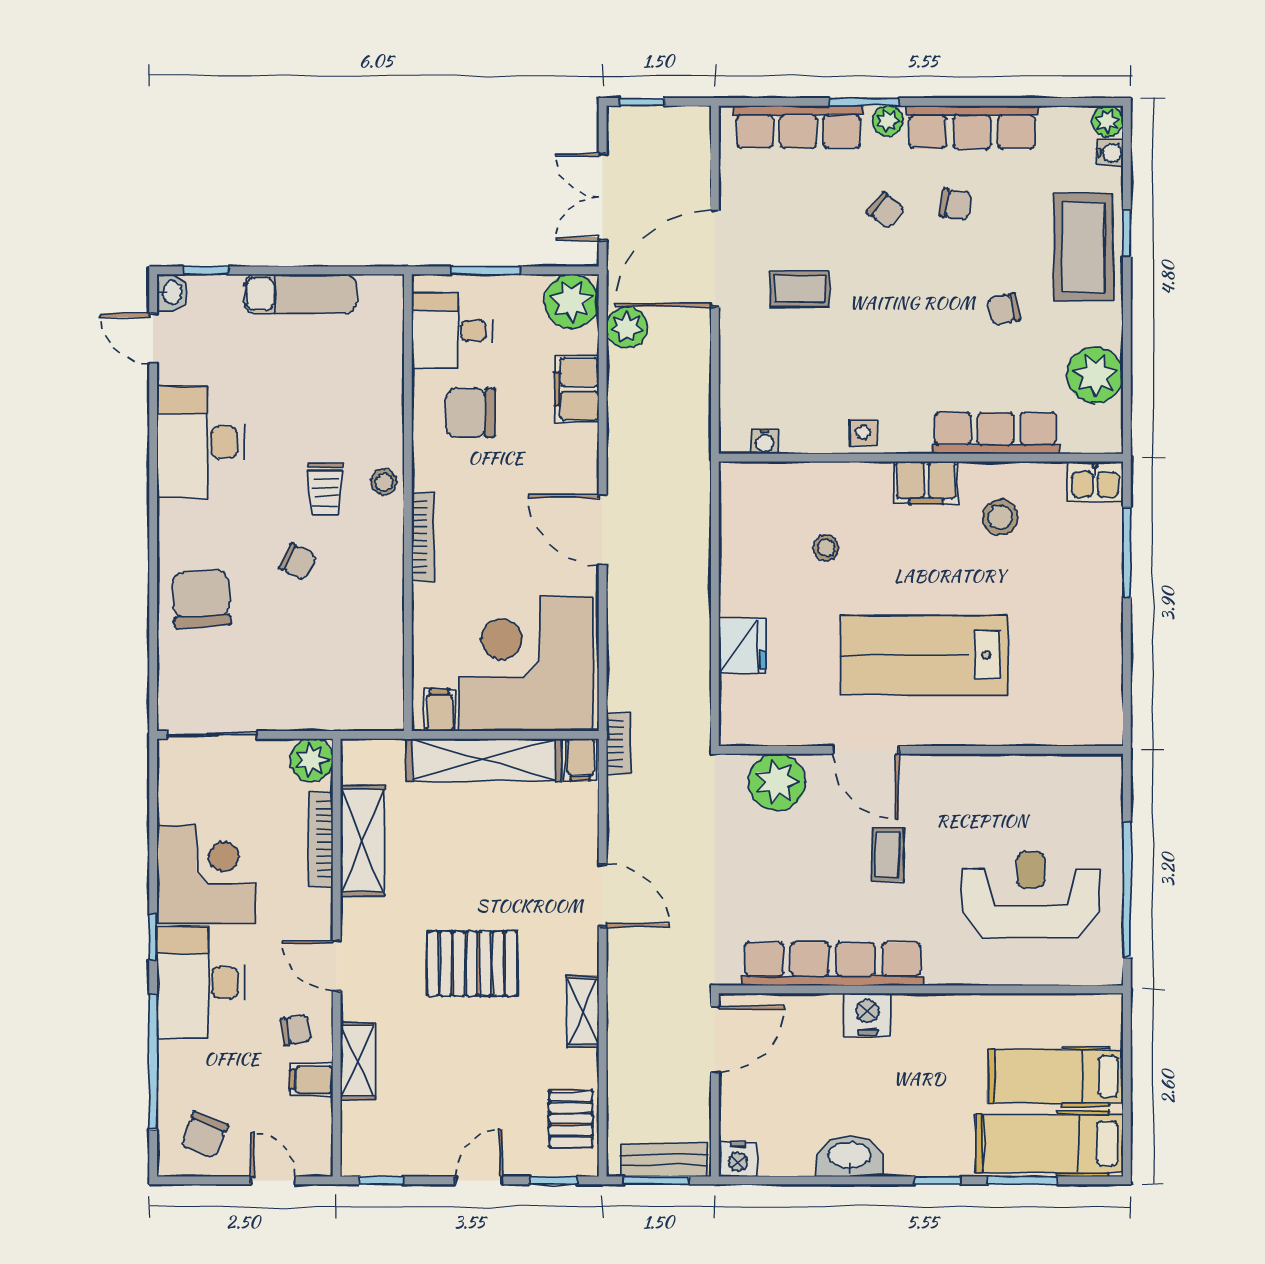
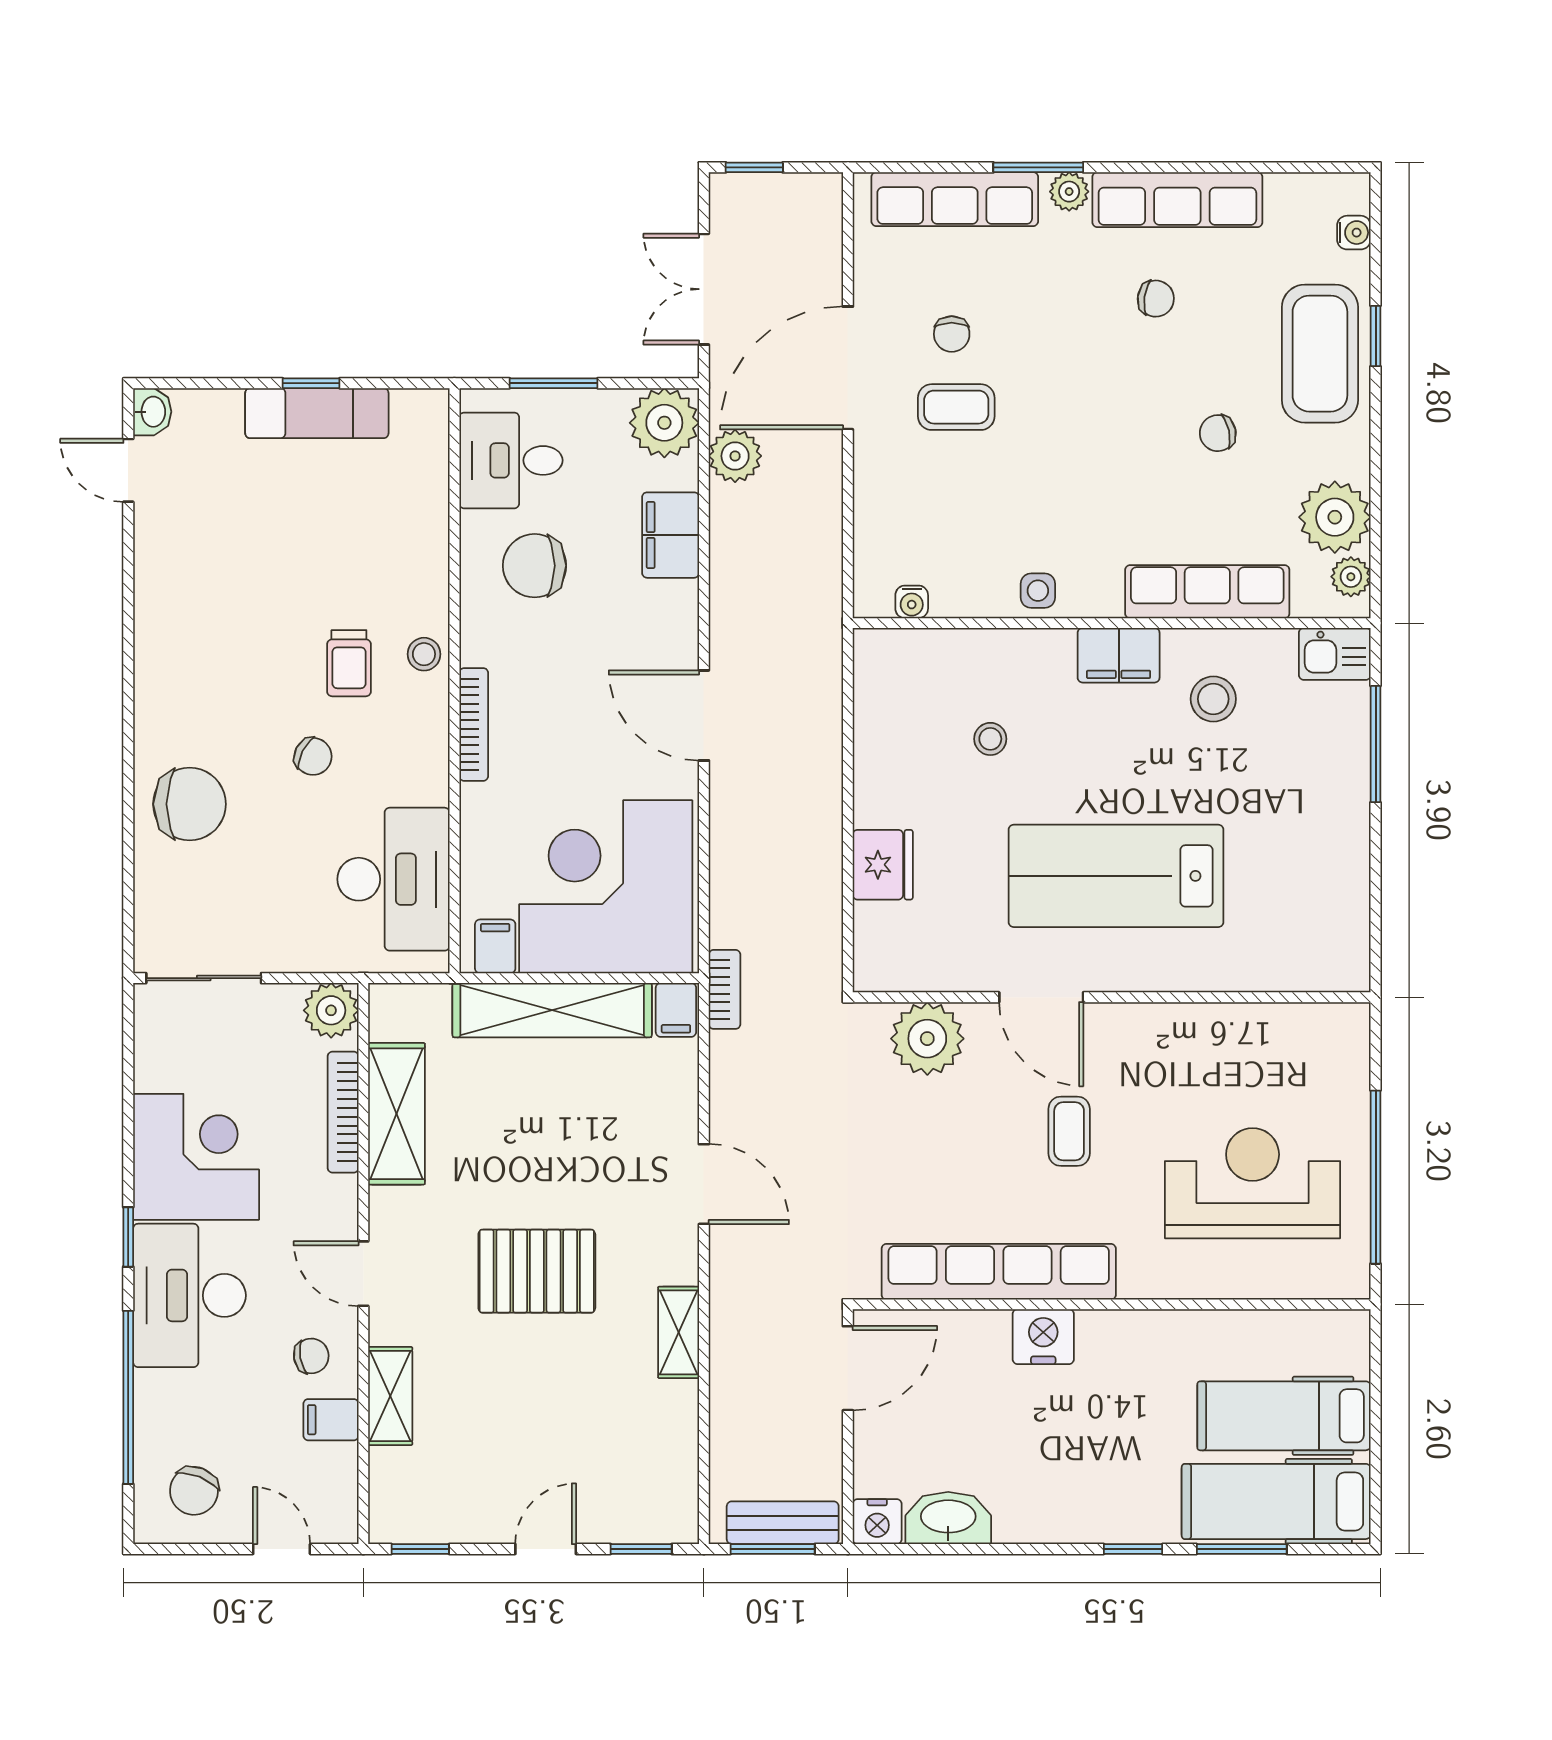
plant: (1108, 121) -> (1351, 577), moved
chair: (886, 210) -> (952, 334), moved, turned 52
window: (206, 270) -> (311, 383), moved
desk: (201, 442) -> (394, 879), moved, turned 180
chair: (201, 599) -> (190, 804), turned 94
pallet: (571, 1119) -> (663, 1470), removed
washbasin: (850, 1156) -> (948, 1518), moved

